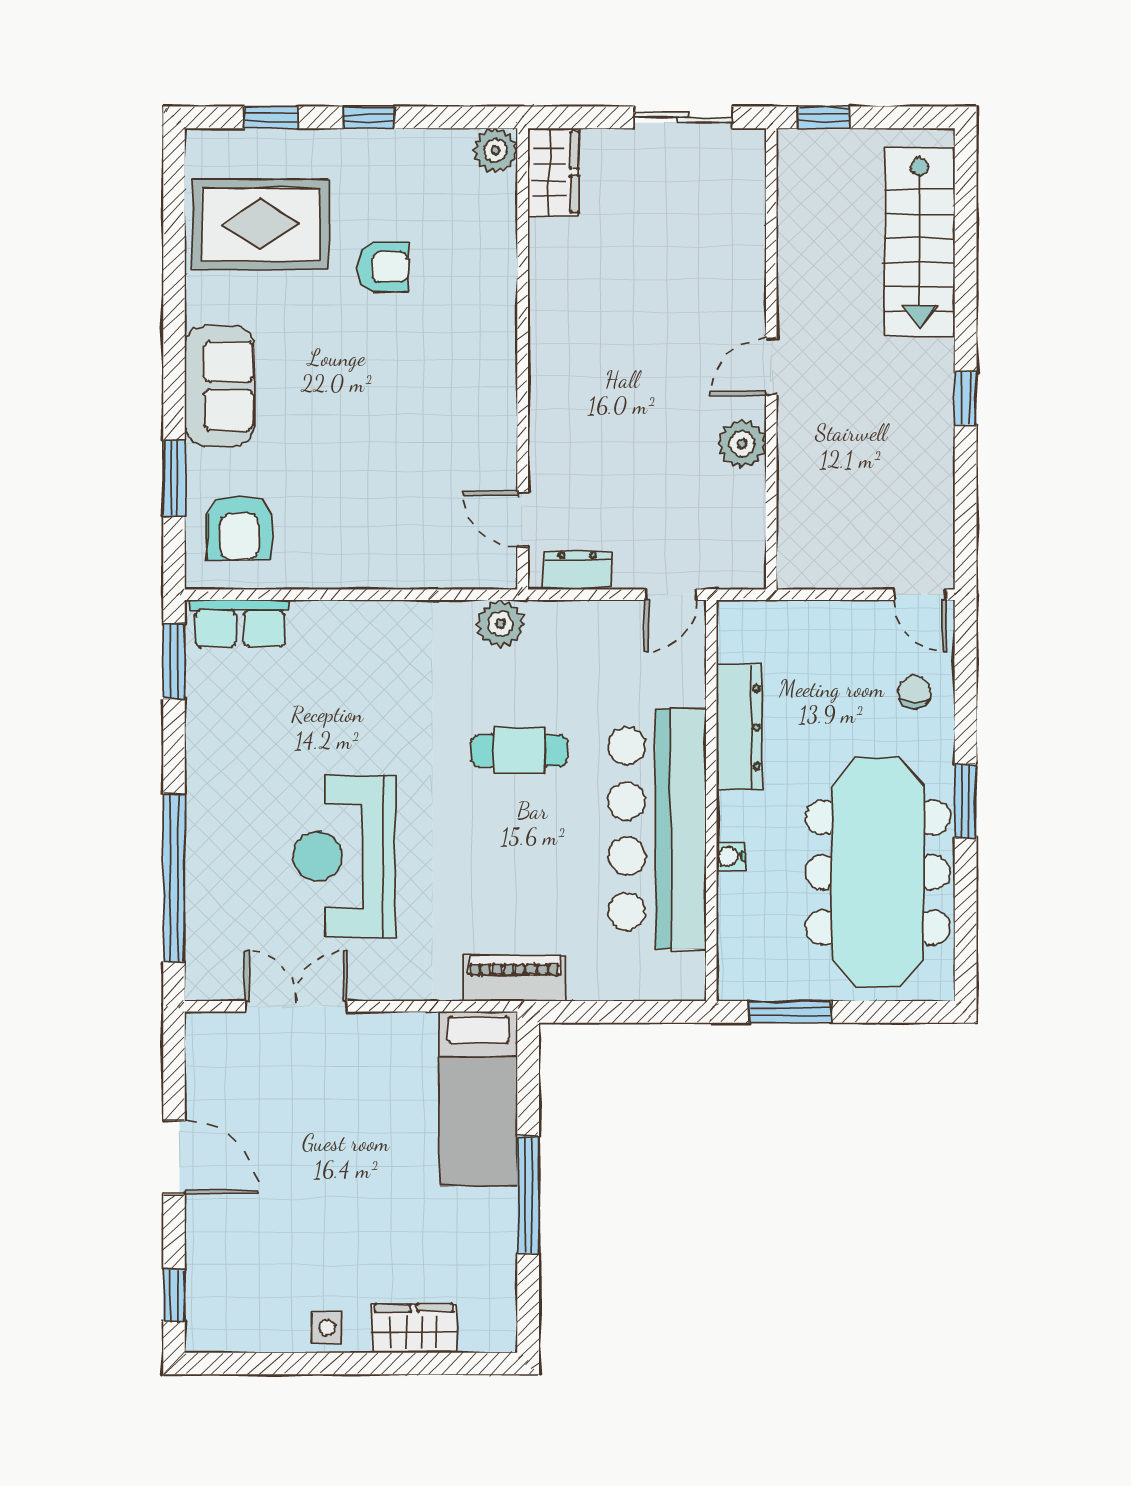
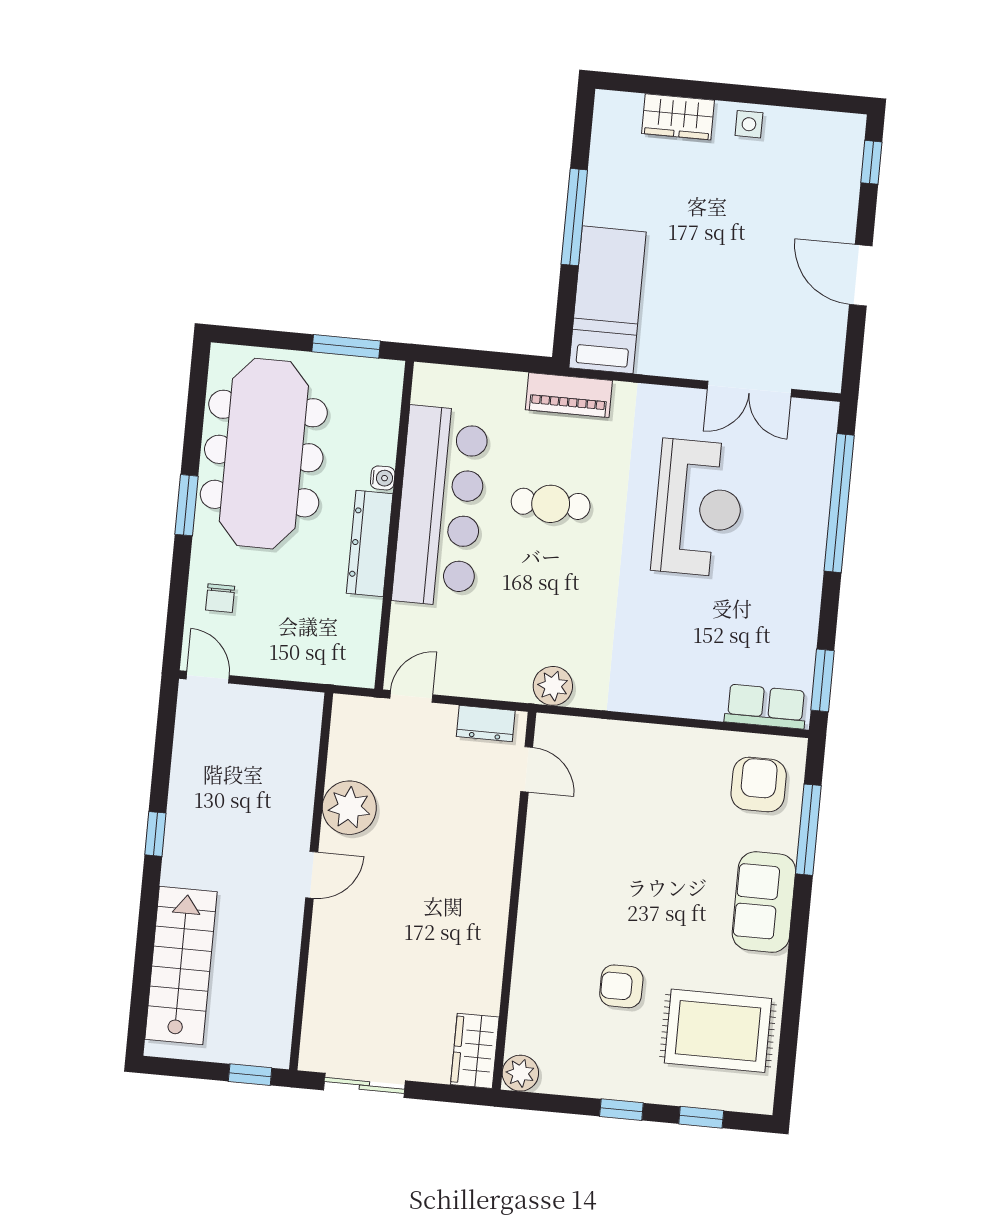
plant: (742, 444) -> (349, 808), width x1.36, depth x1.36
window: (174, 479) -> (808, 830), width x1.44
dresser: (739, 727) -> (370, 543), moved
cafe table: (519, 751) -> (551, 504), moved

